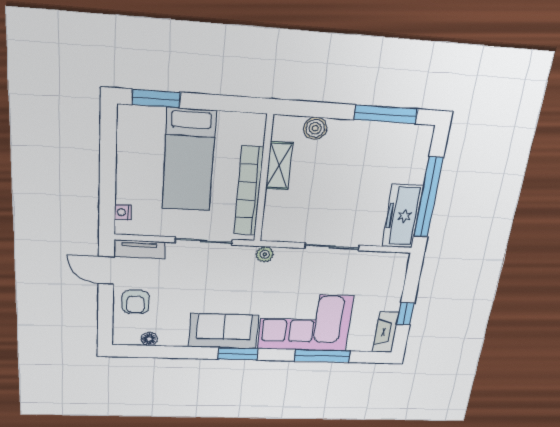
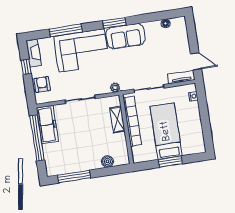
window: (156, 99) -> (170, 162), moved
shelving: (279, 166) -> (117, 119), moved
armchair: (136, 302) -> (42, 84), moved

